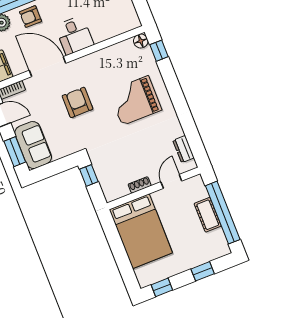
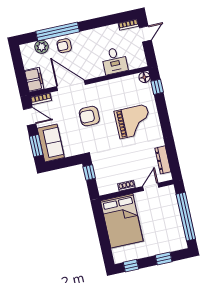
desk: (74, 35) -> (114, 61), moved
grand piano: (135, 101) -> (133, 122), turned 180
armchair: (78, 102) -> (89, 116), turned -90
dresser: (184, 149) -> (163, 160), width x1.44
cot: (208, 215) -> (174, 216), removed

